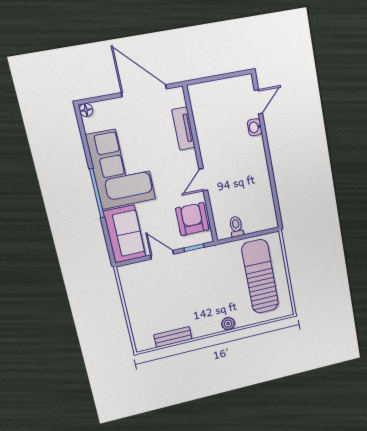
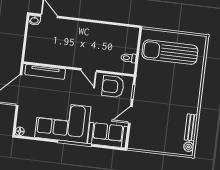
washbasin: (255, 127) -> (34, 20), moved
tv unit: (183, 129) -> (45, 72), width x1.41
plant: (228, 324) -> (189, 147), moved

